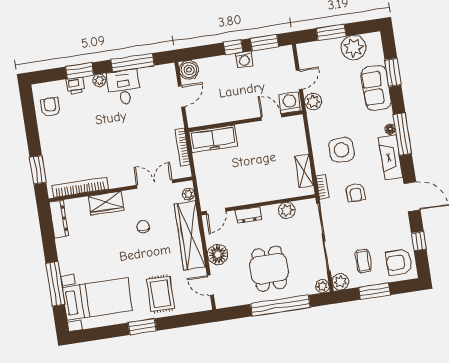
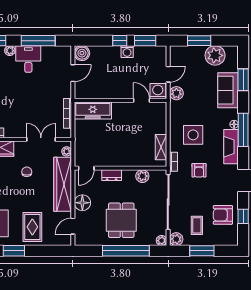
armchair: (399, 262) -> (223, 215), moved
door: (210, 285) -> (73, 226), hinge flipped

